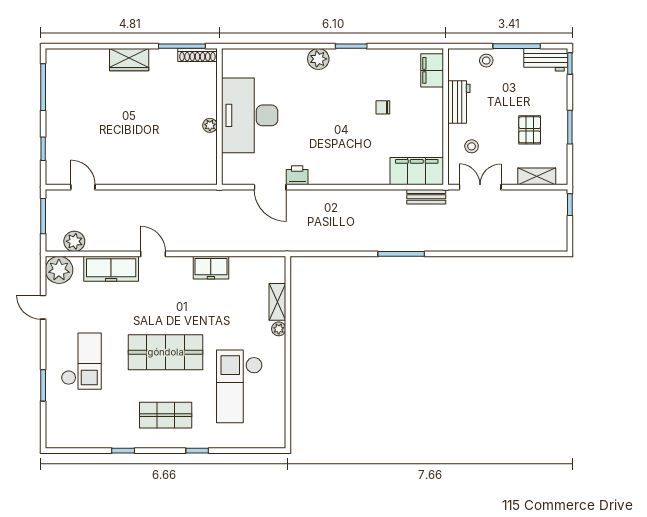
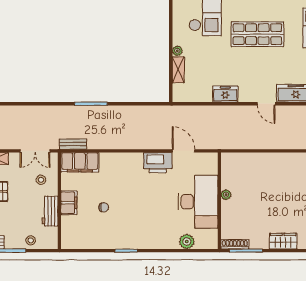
plant: (318, 59) -> (187, 242), moved
filing cabinet: (432, 70) -> (69, 203), moved
printer: (297, 175) -> (158, 163), width x1.87, depth x1.48

